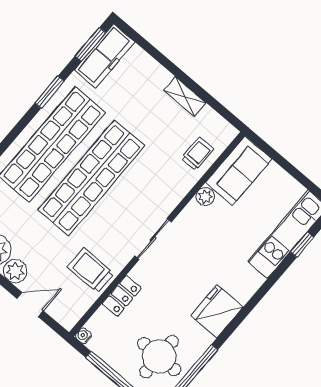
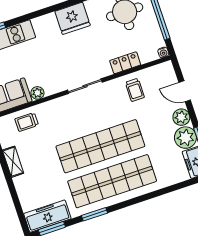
trolley: (91, 270) -> (135, 90), width x0.73, depth x0.72

